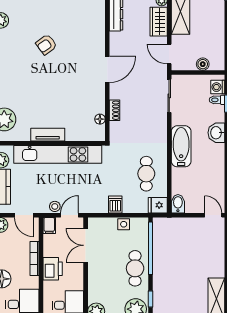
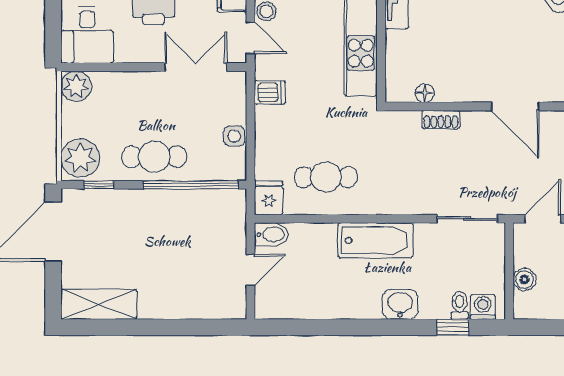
dishwasher: (115, 205) -> (270, 92), moved
door: (213, 215) -> (250, 270), moved

